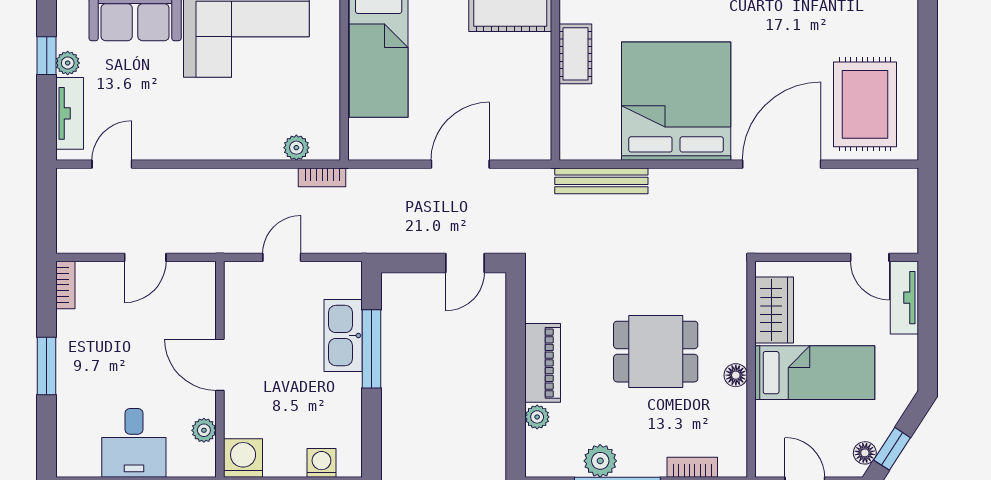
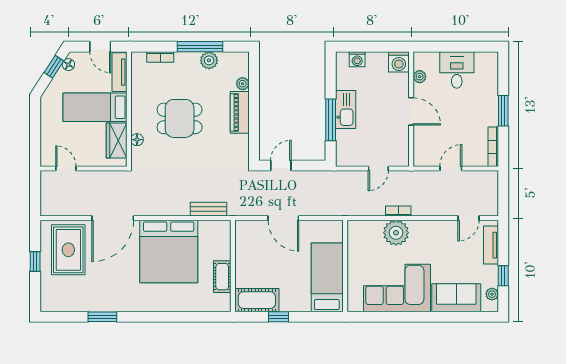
plant: (68, 63) -> (492, 294), moved
window: (928, 82) -> (35, 261), added
plant: (296, 148) -> (396, 233), moved, width x1.88, depth x1.88
door: (460, 164) -> (283, 218), hinge flipped
bookcase: (322, 177) -> (398, 211), moved
bench: (601, 181) -> (208, 209), width x0.73
bookcase: (65, 285) -> (493, 147), width x1.56
tv unit: (904, 298) -> (119, 72), moved, turned 180
kitchen sink: (343, 336) -> (346, 110), moved
floor lamp: (736, 375) -> (137, 140), moved

